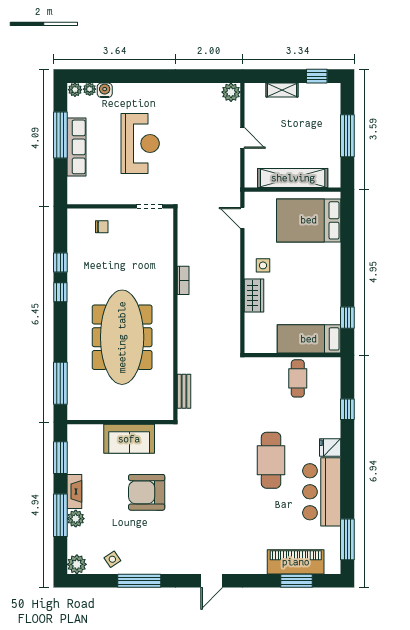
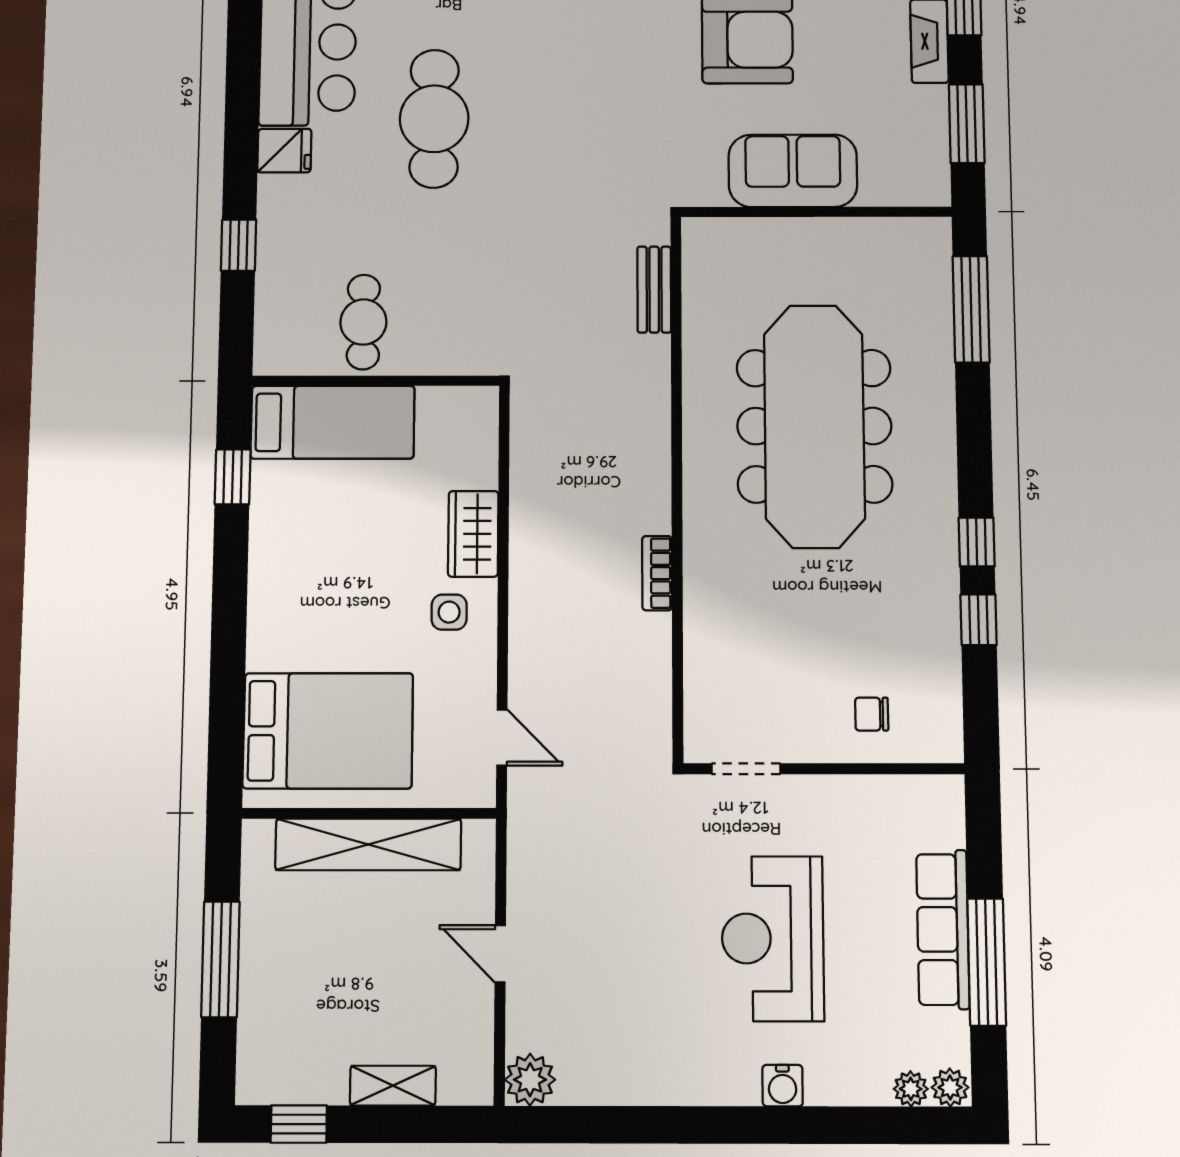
water cooler: (105, 90) -> (783, 1086), moved

